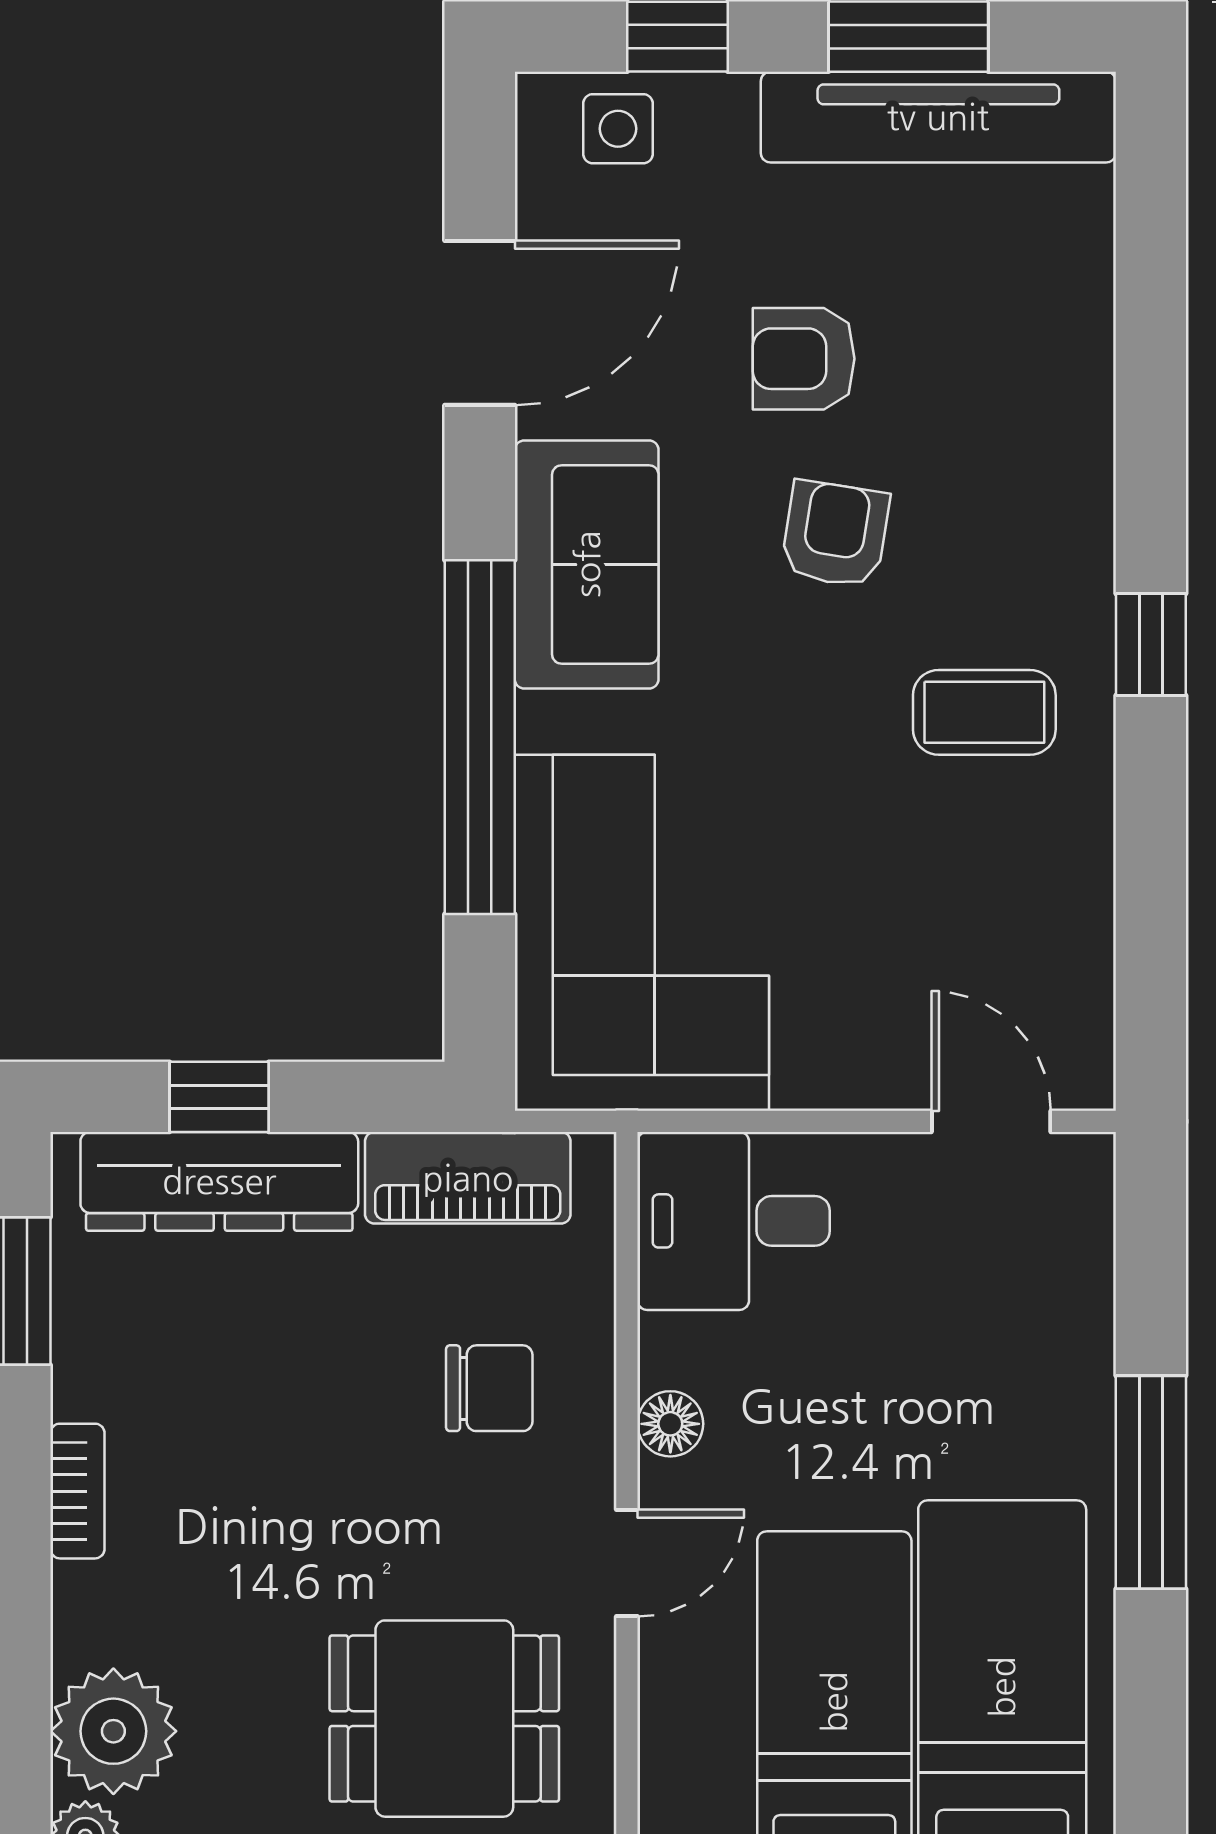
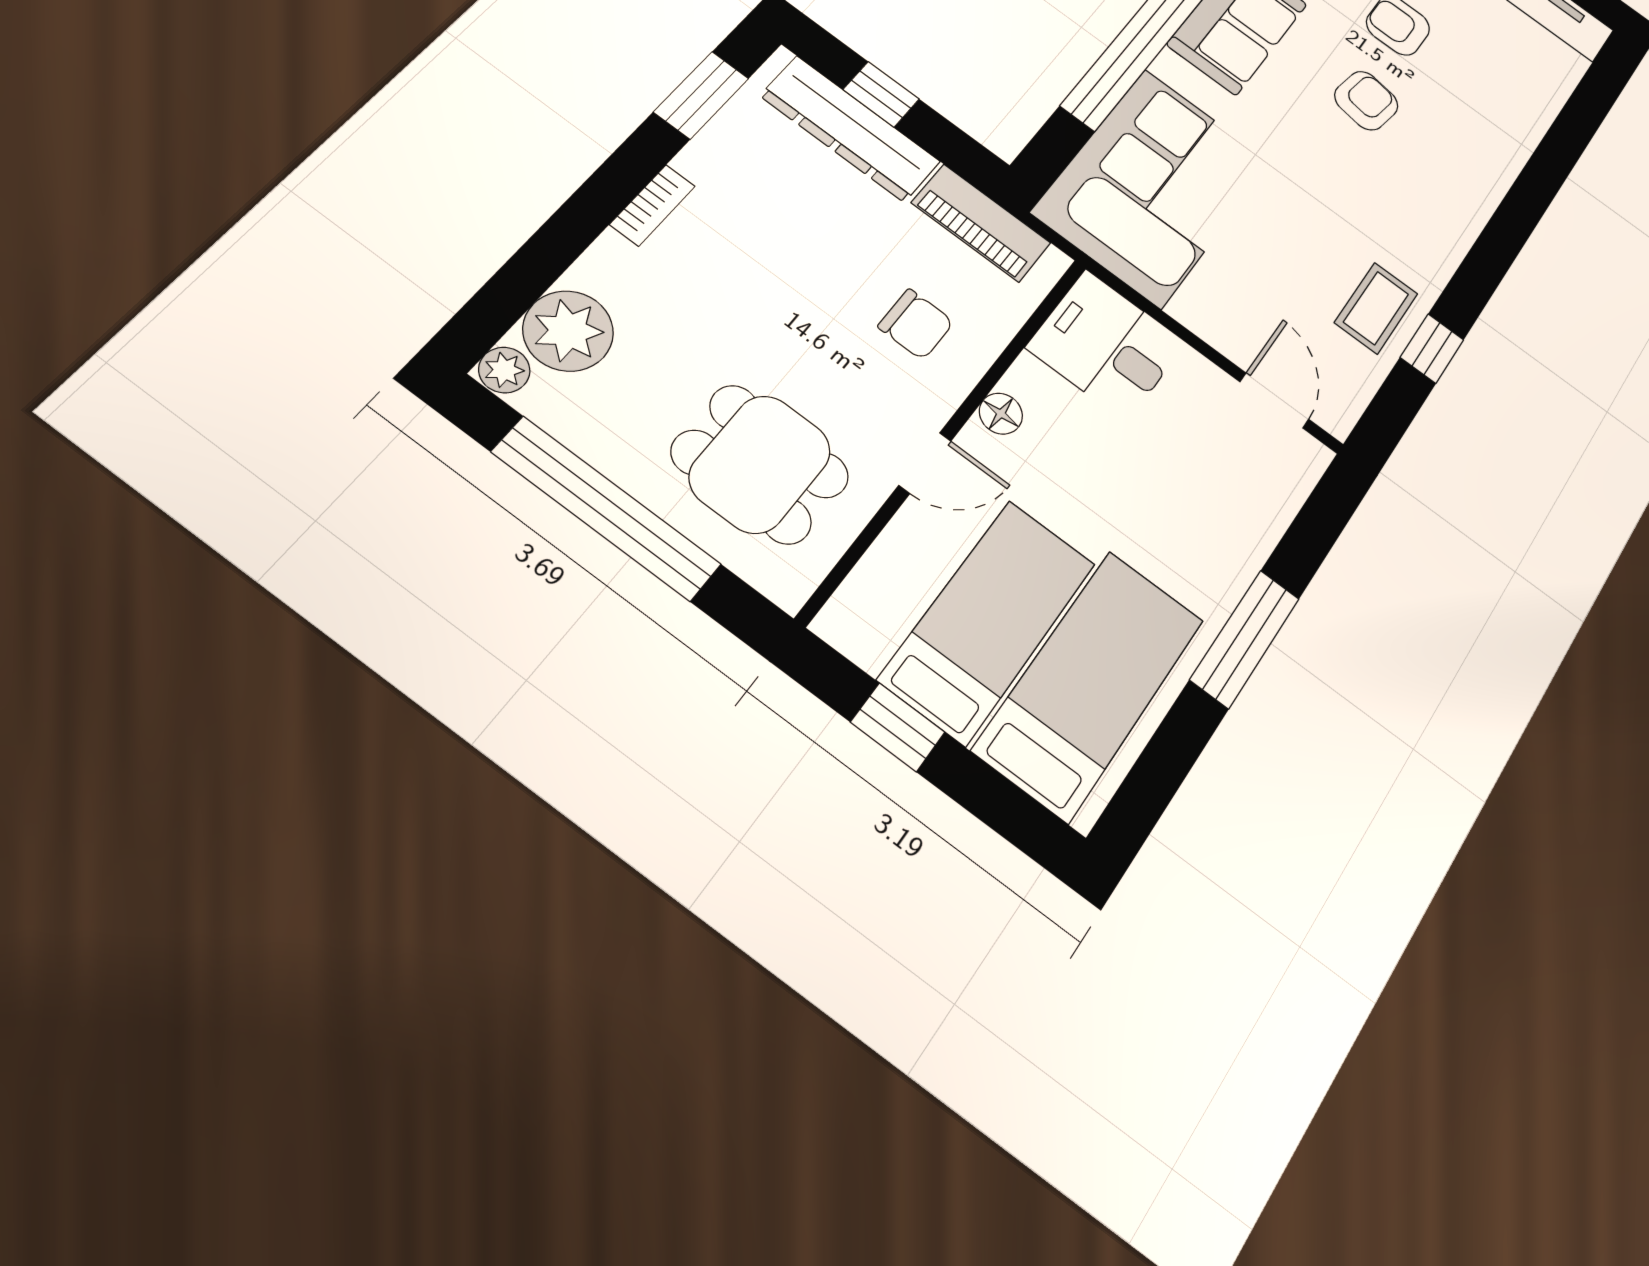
window: (1151, 645) -> (1432, 349), moved
coffee table: (984, 712) -> (1376, 308), moved, turned 90

